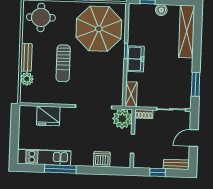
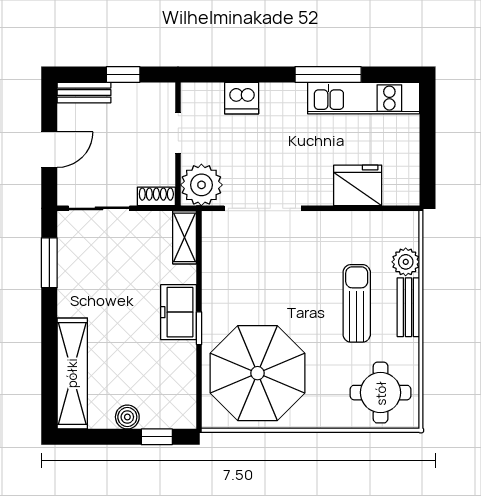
sun lounger: (63, 63) -> (357, 303), moved

